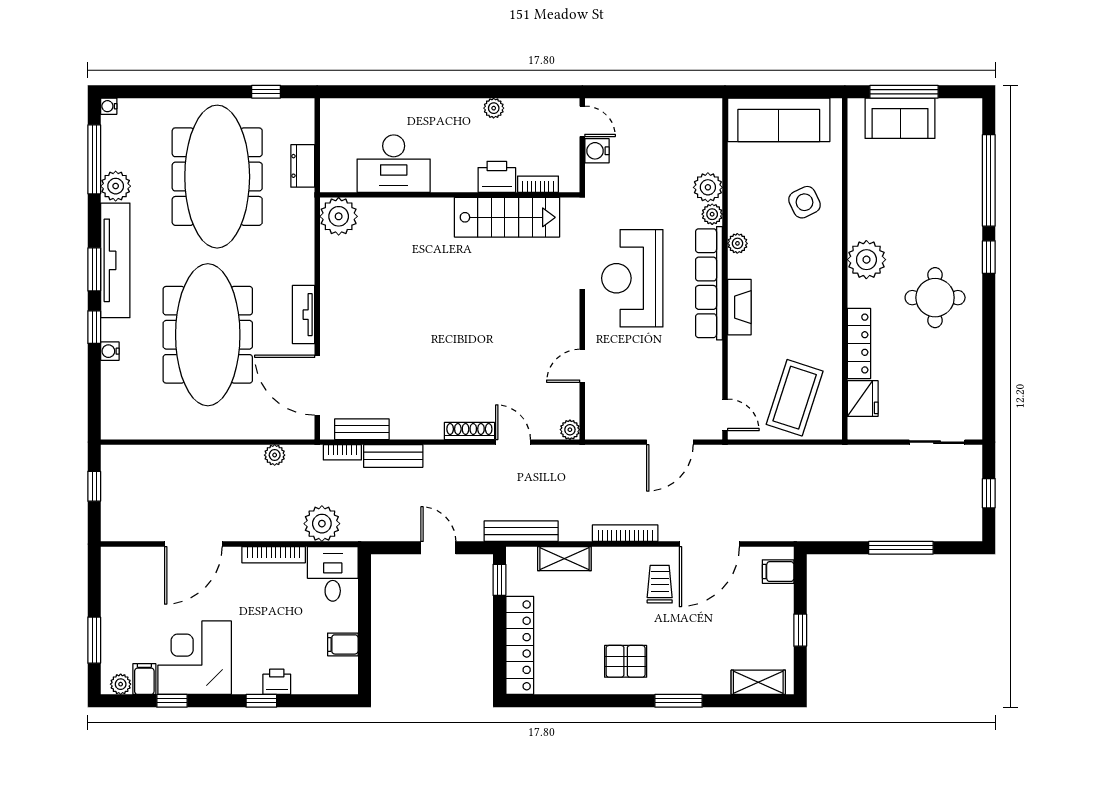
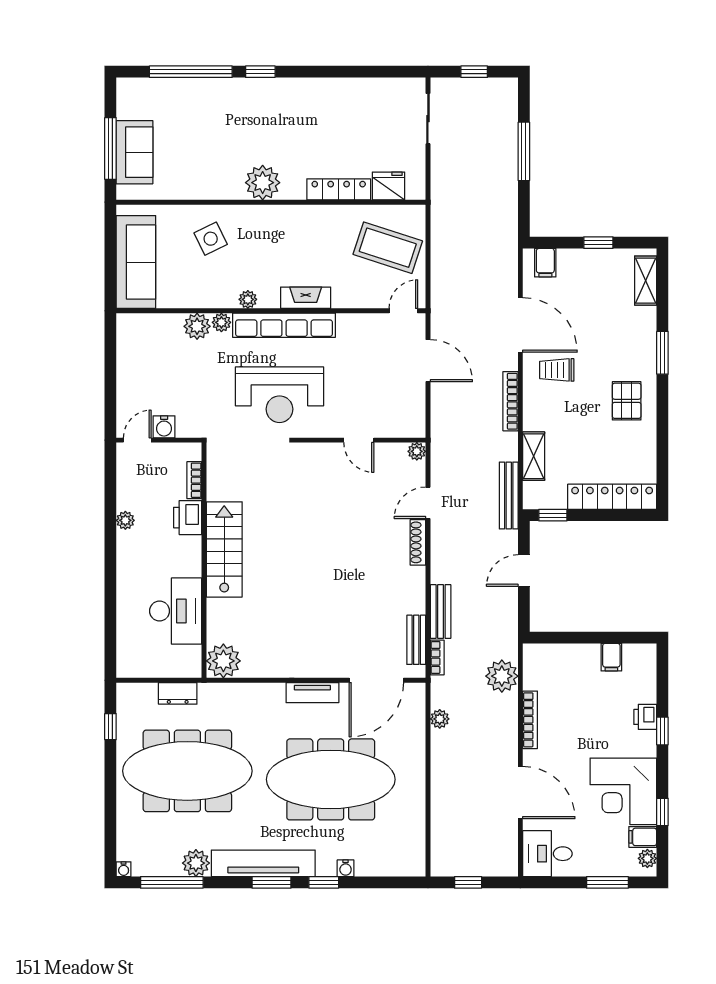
stairs: (507, 217) -> (224, 549), moved
round table: (935, 298) -> (297, 120), removed
desk: (333, 574) -> (547, 854), moved

